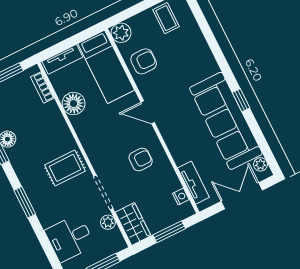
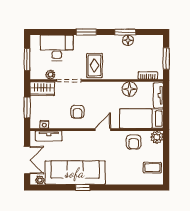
desk: (70, 238) -> (57, 48), width x1.37

